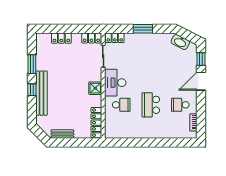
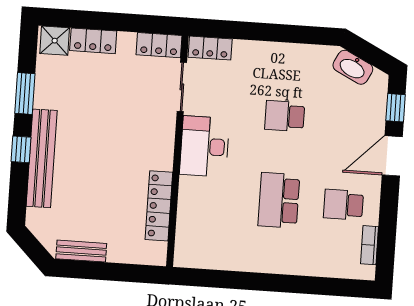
window: (143, 29) -> (273, 33), removed
shower: (95, 88) -> (55, 41), moved
school desk: (121, 105) -> (285, 116), moved, turned 180
locker: (96, 123) -> (159, 206), moved

